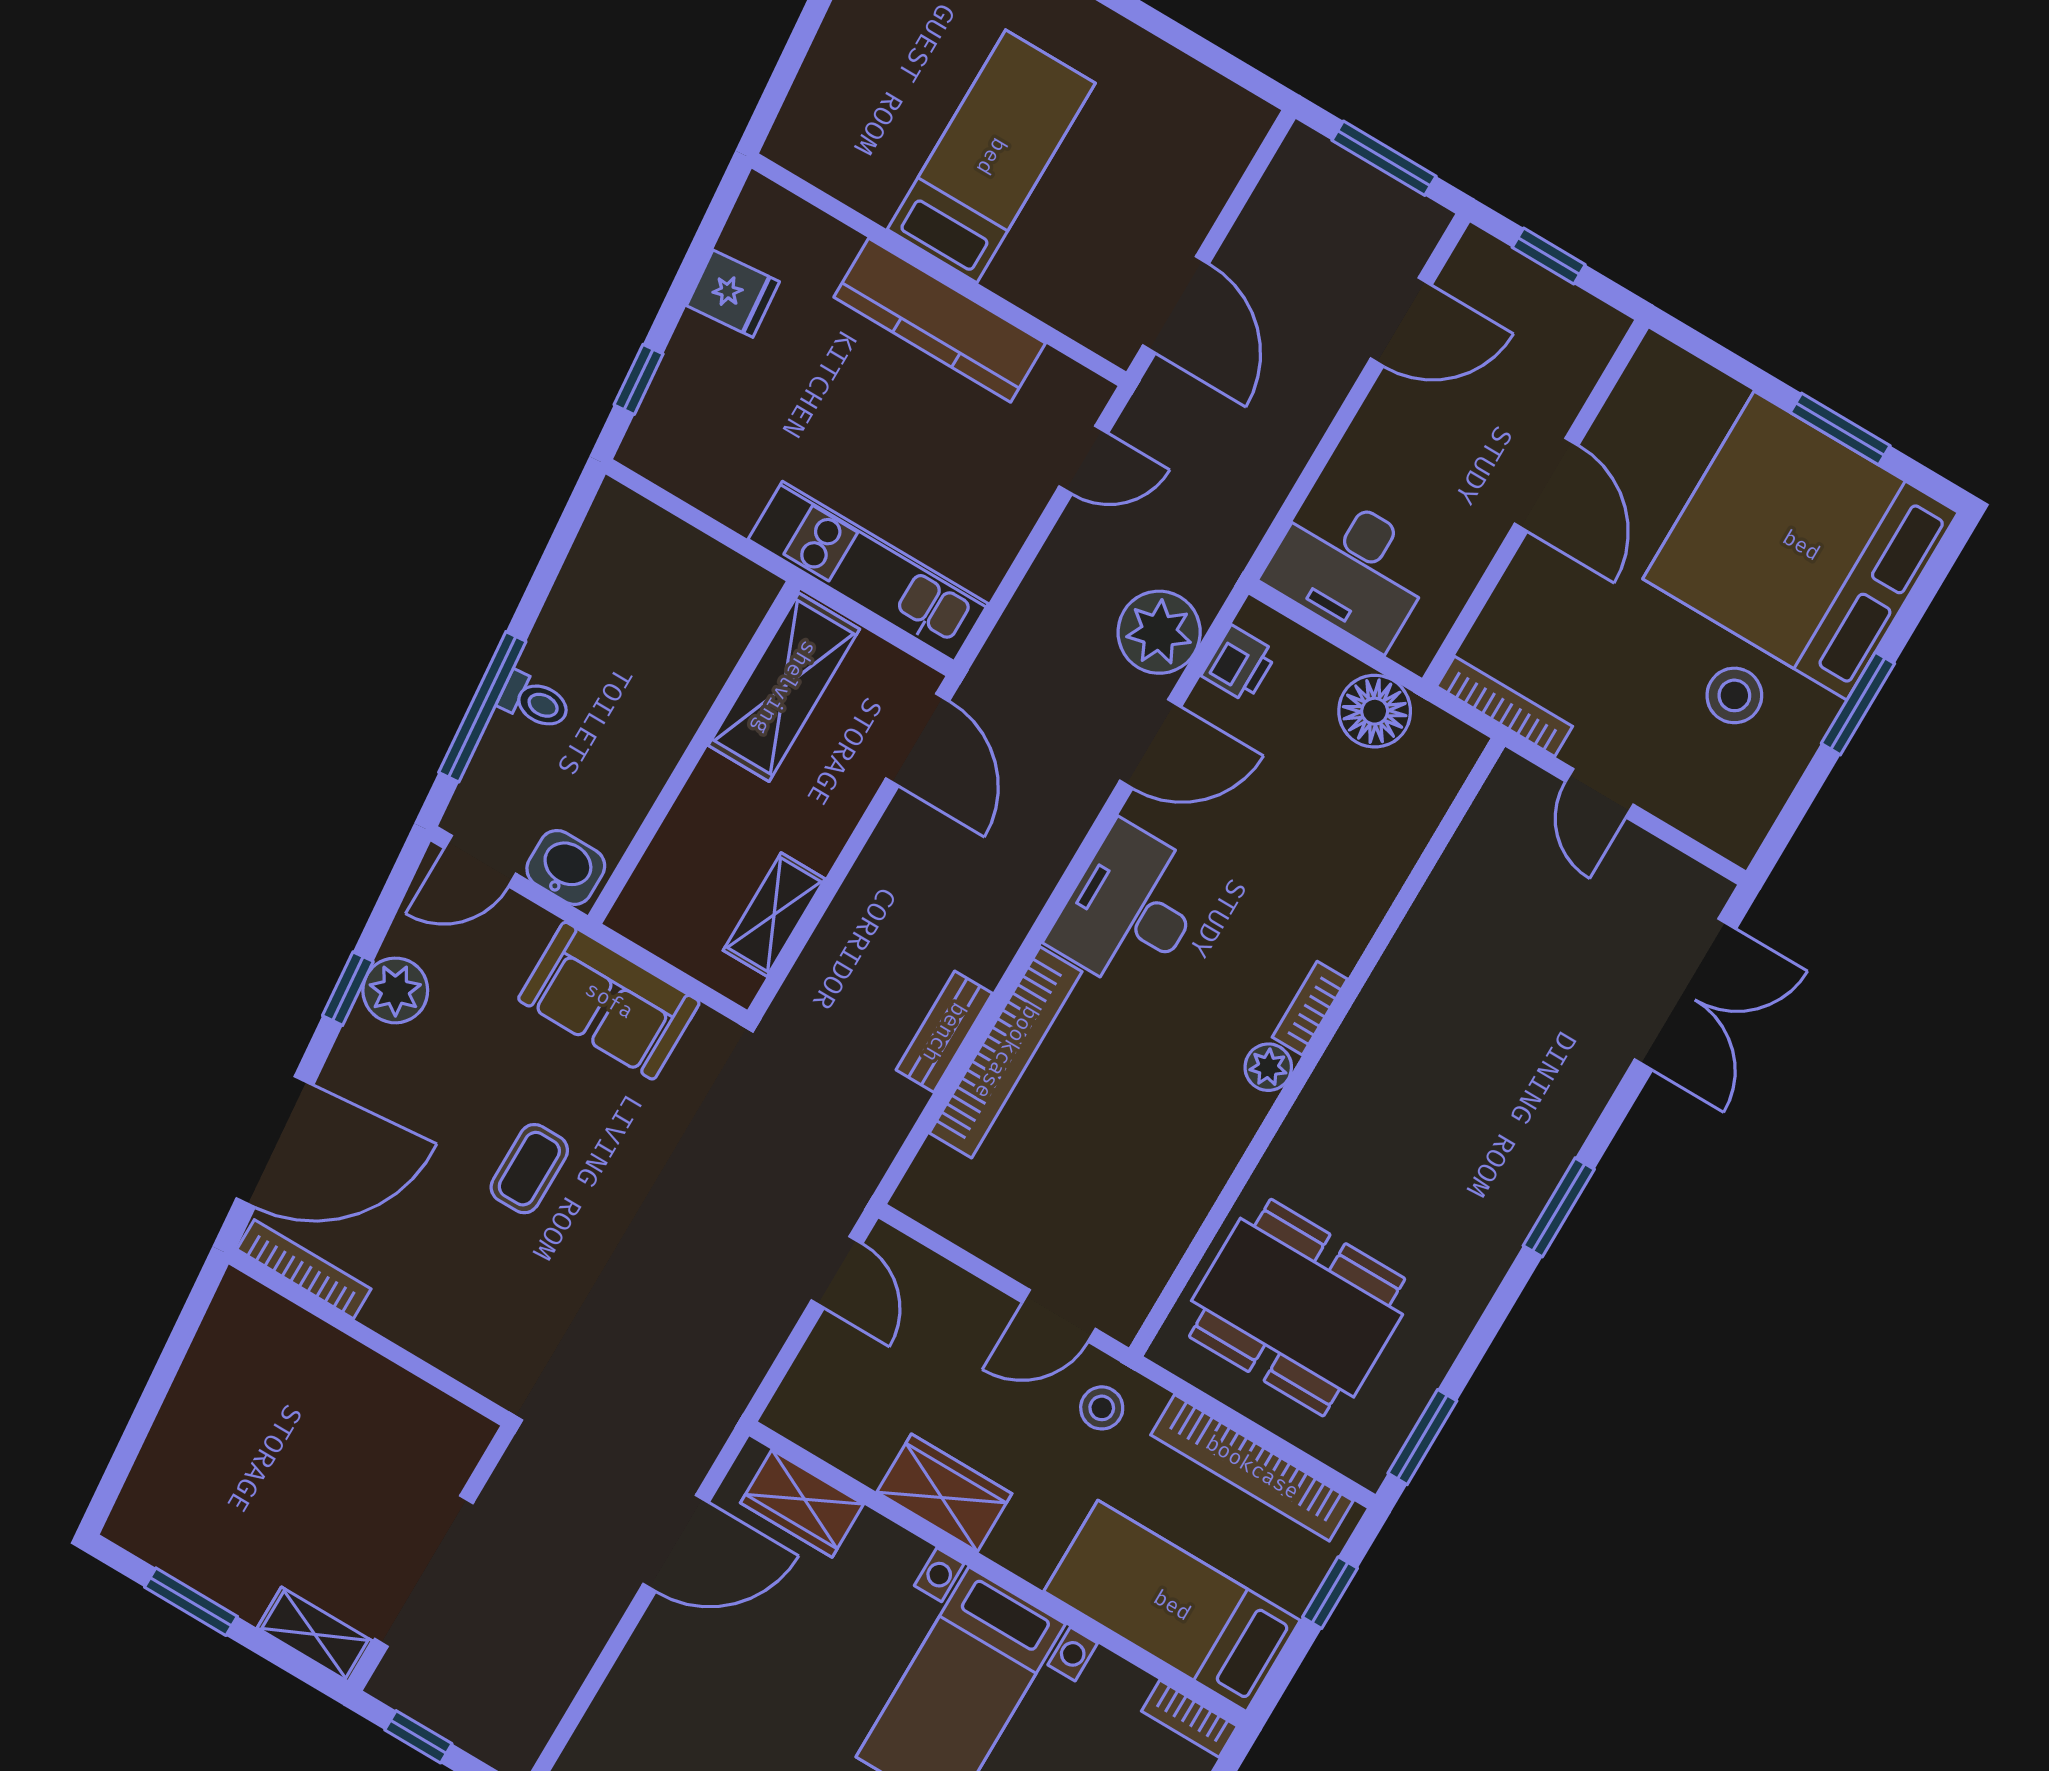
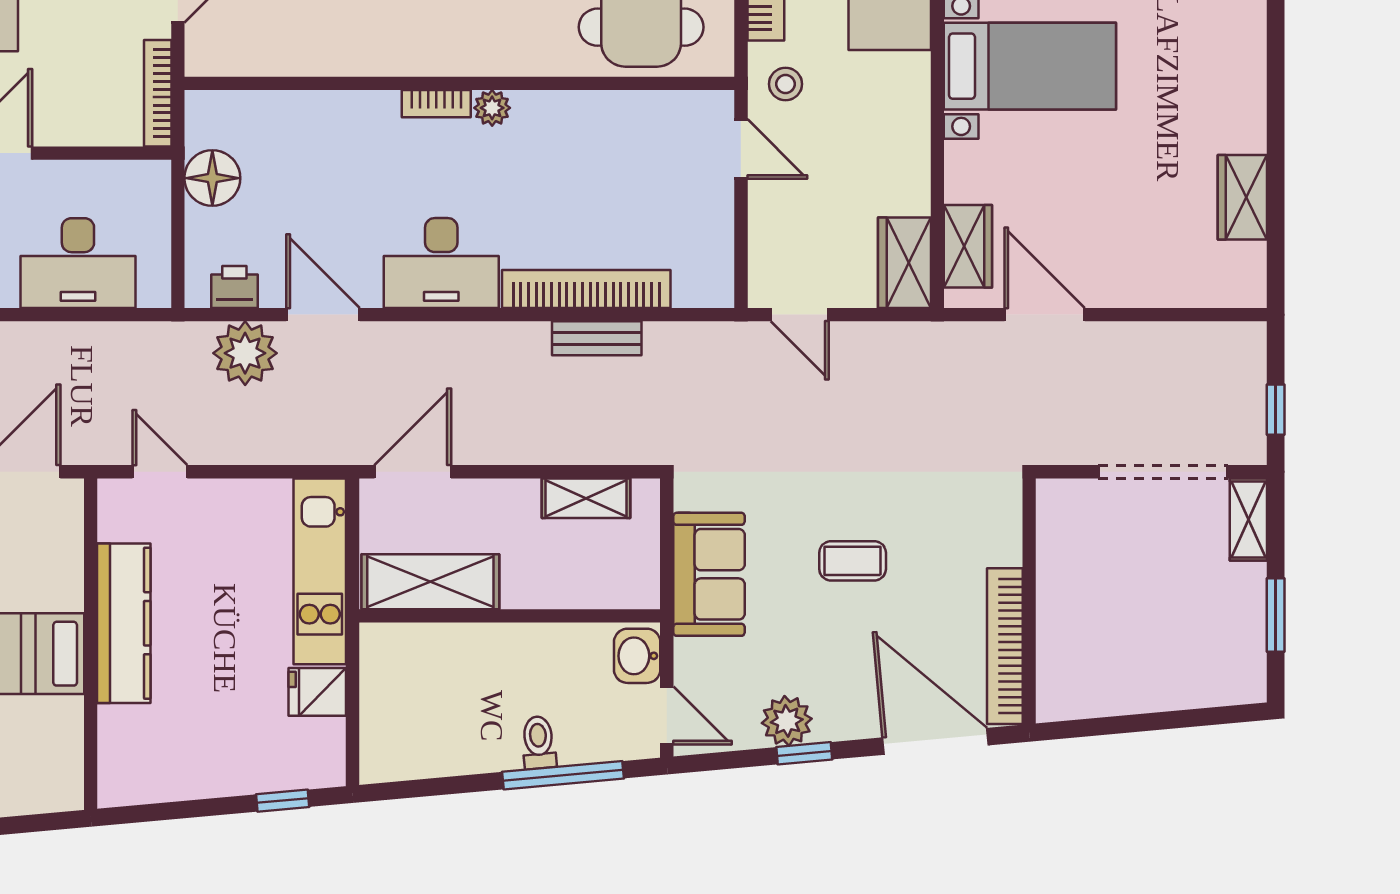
fridge: (733, 294) -> (317, 692), moved, turned -85
desk: (1351, 568) -> (78, 263), moved, turned 90
bookcase: (304, 1269) -> (1005, 646), width x1.48, depth x1.31
door: (837, 1272) -> (800, 315), swing flipped
wardrobe: (944, 1493) -> (905, 263), moved

